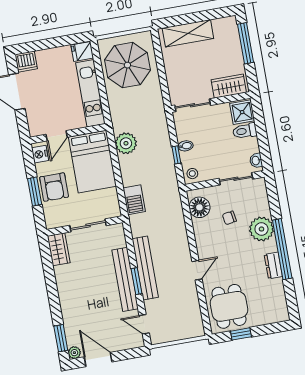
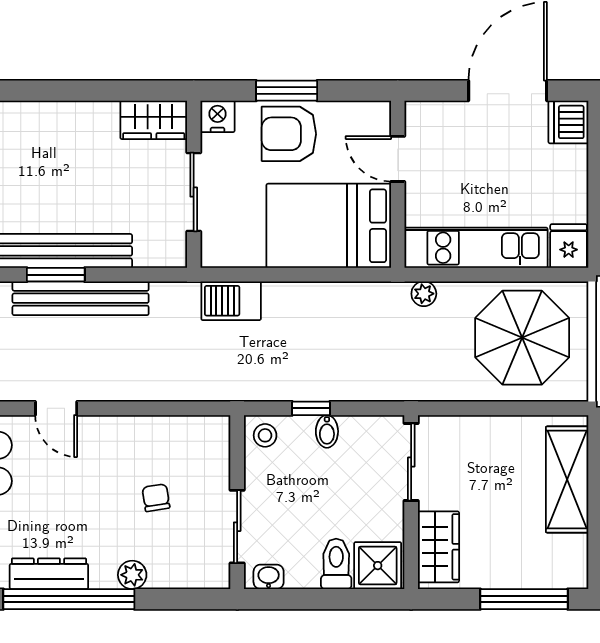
plant: (126, 143) -> (424, 294), moved, width x0.53, depth x0.53
nightstand: (40, 154) -> (218, 116), moved
floor lamp: (199, 207) -> (190, 438), removed
plant: (261, 229) -> (132, 575), width x0.53, depth x0.53
dresser: (273, 266) -> (49, 574), width x1.44

